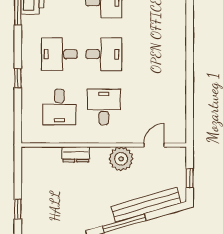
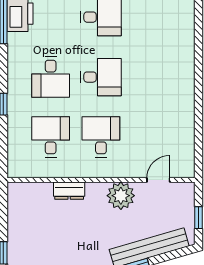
desk: (59, 54) -> (51, 77), turned -90
desk: (59, 107) -> (51, 137), turned 180

